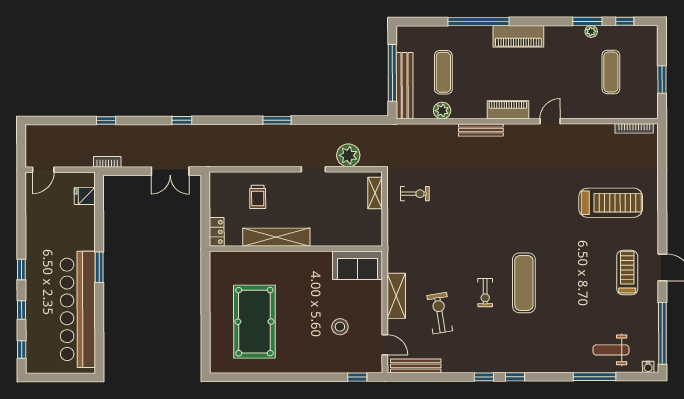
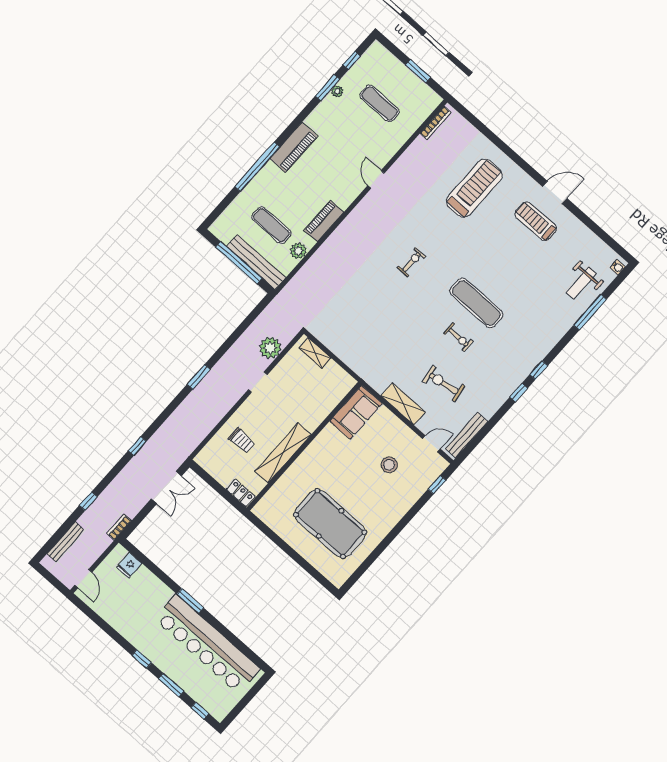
piano: (508, 110) -> (324, 221), moved
bench: (481, 130) -> (65, 542), moved
exercise bike: (415, 194) -> (411, 262), moved
window: (22, 310) -> (171, 685), width x1.50
window: (662, 333) -> (603, 235), removed

